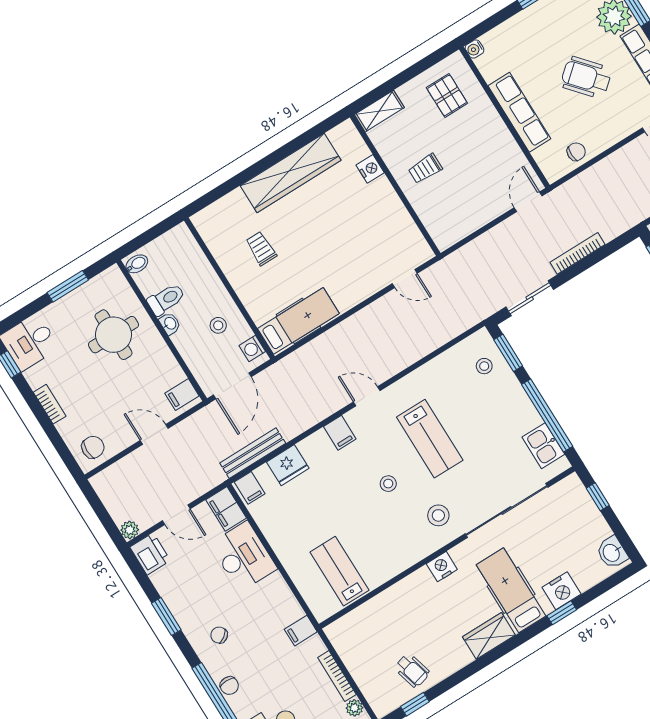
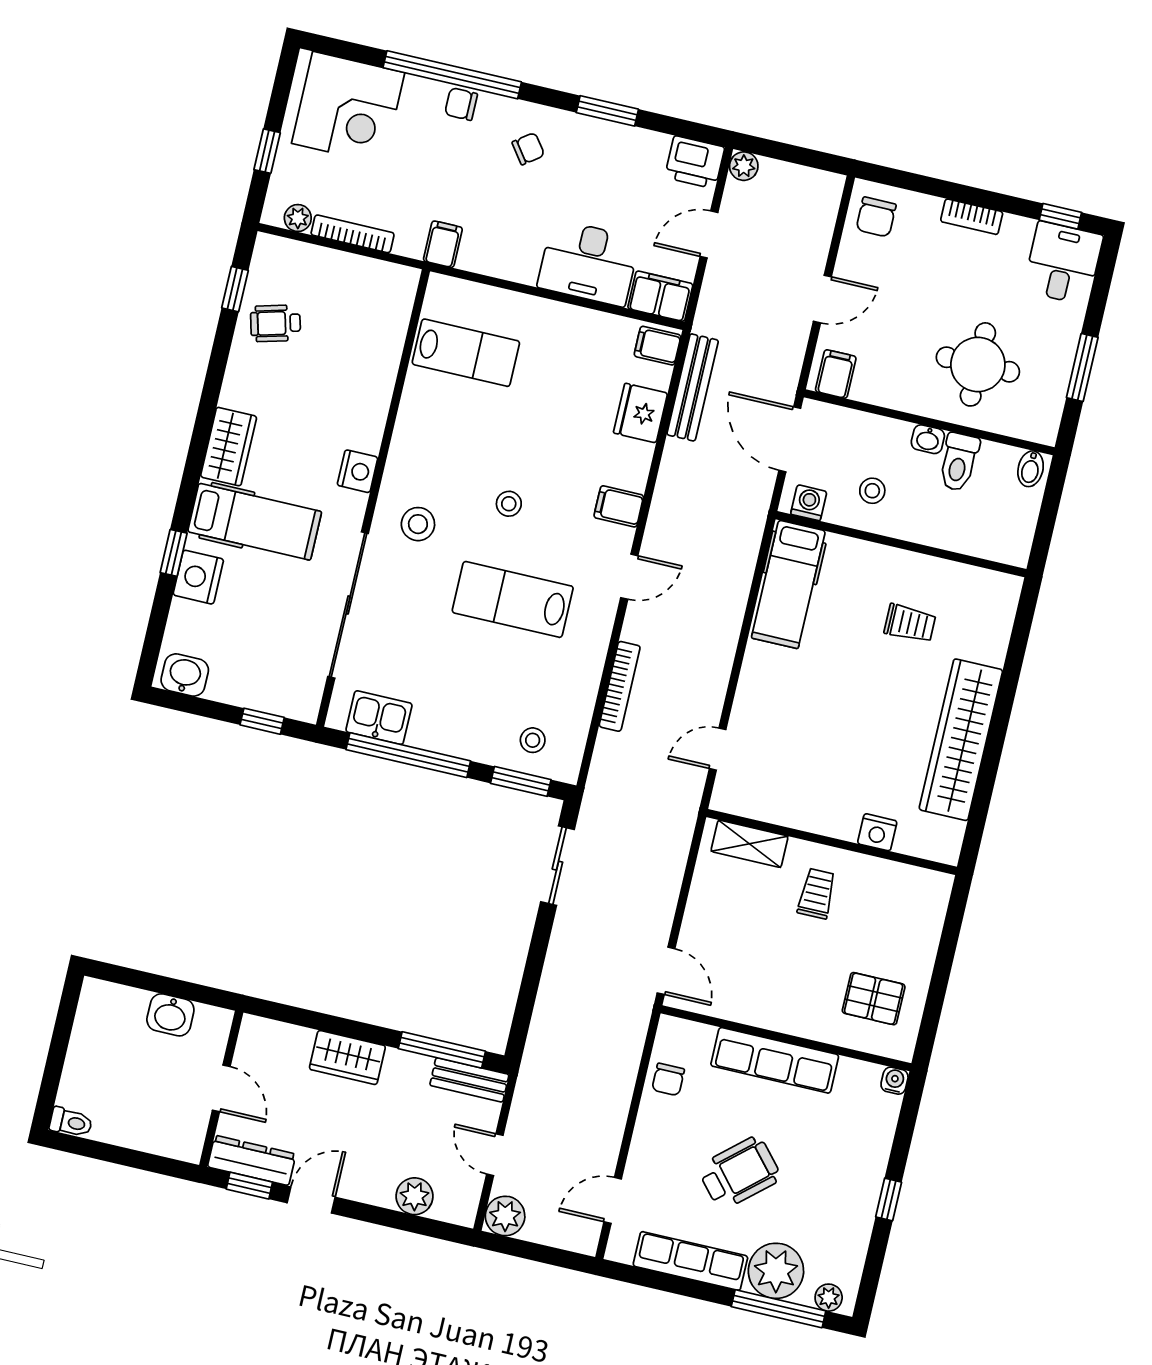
shelving: (379, 111) -> (750, 844), moved, turned 90
bookcase: (577, 253) -> (620, 686), moved

